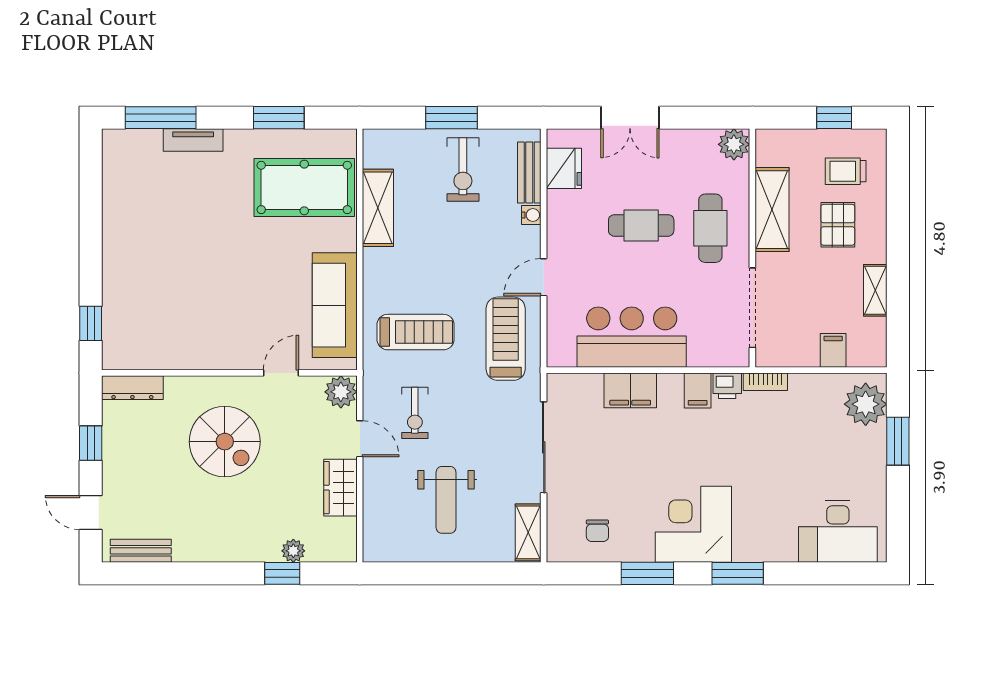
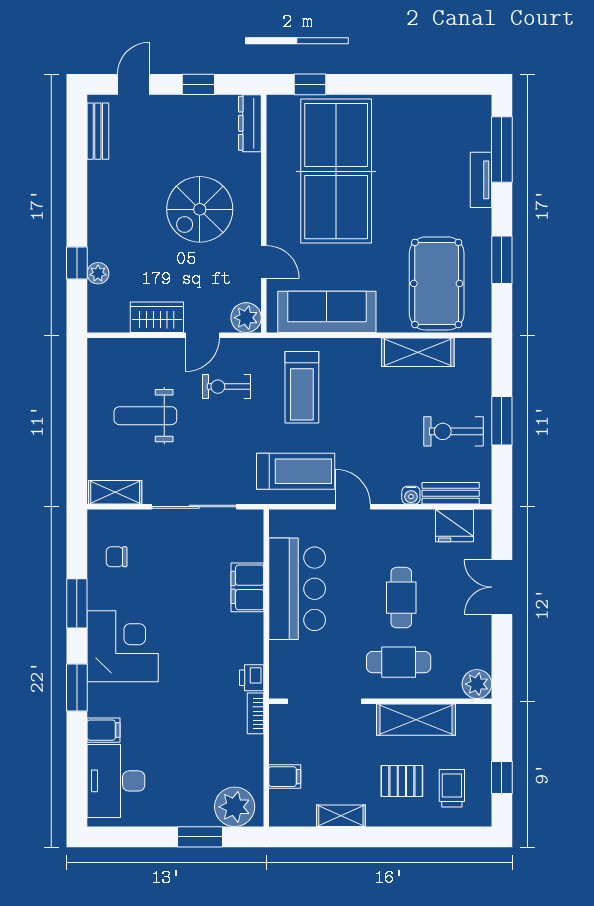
table tennis table: (184, 295) -> (336, 171), added
filing cabinet: (698, 391) -> (103, 730), moved, turned 180

